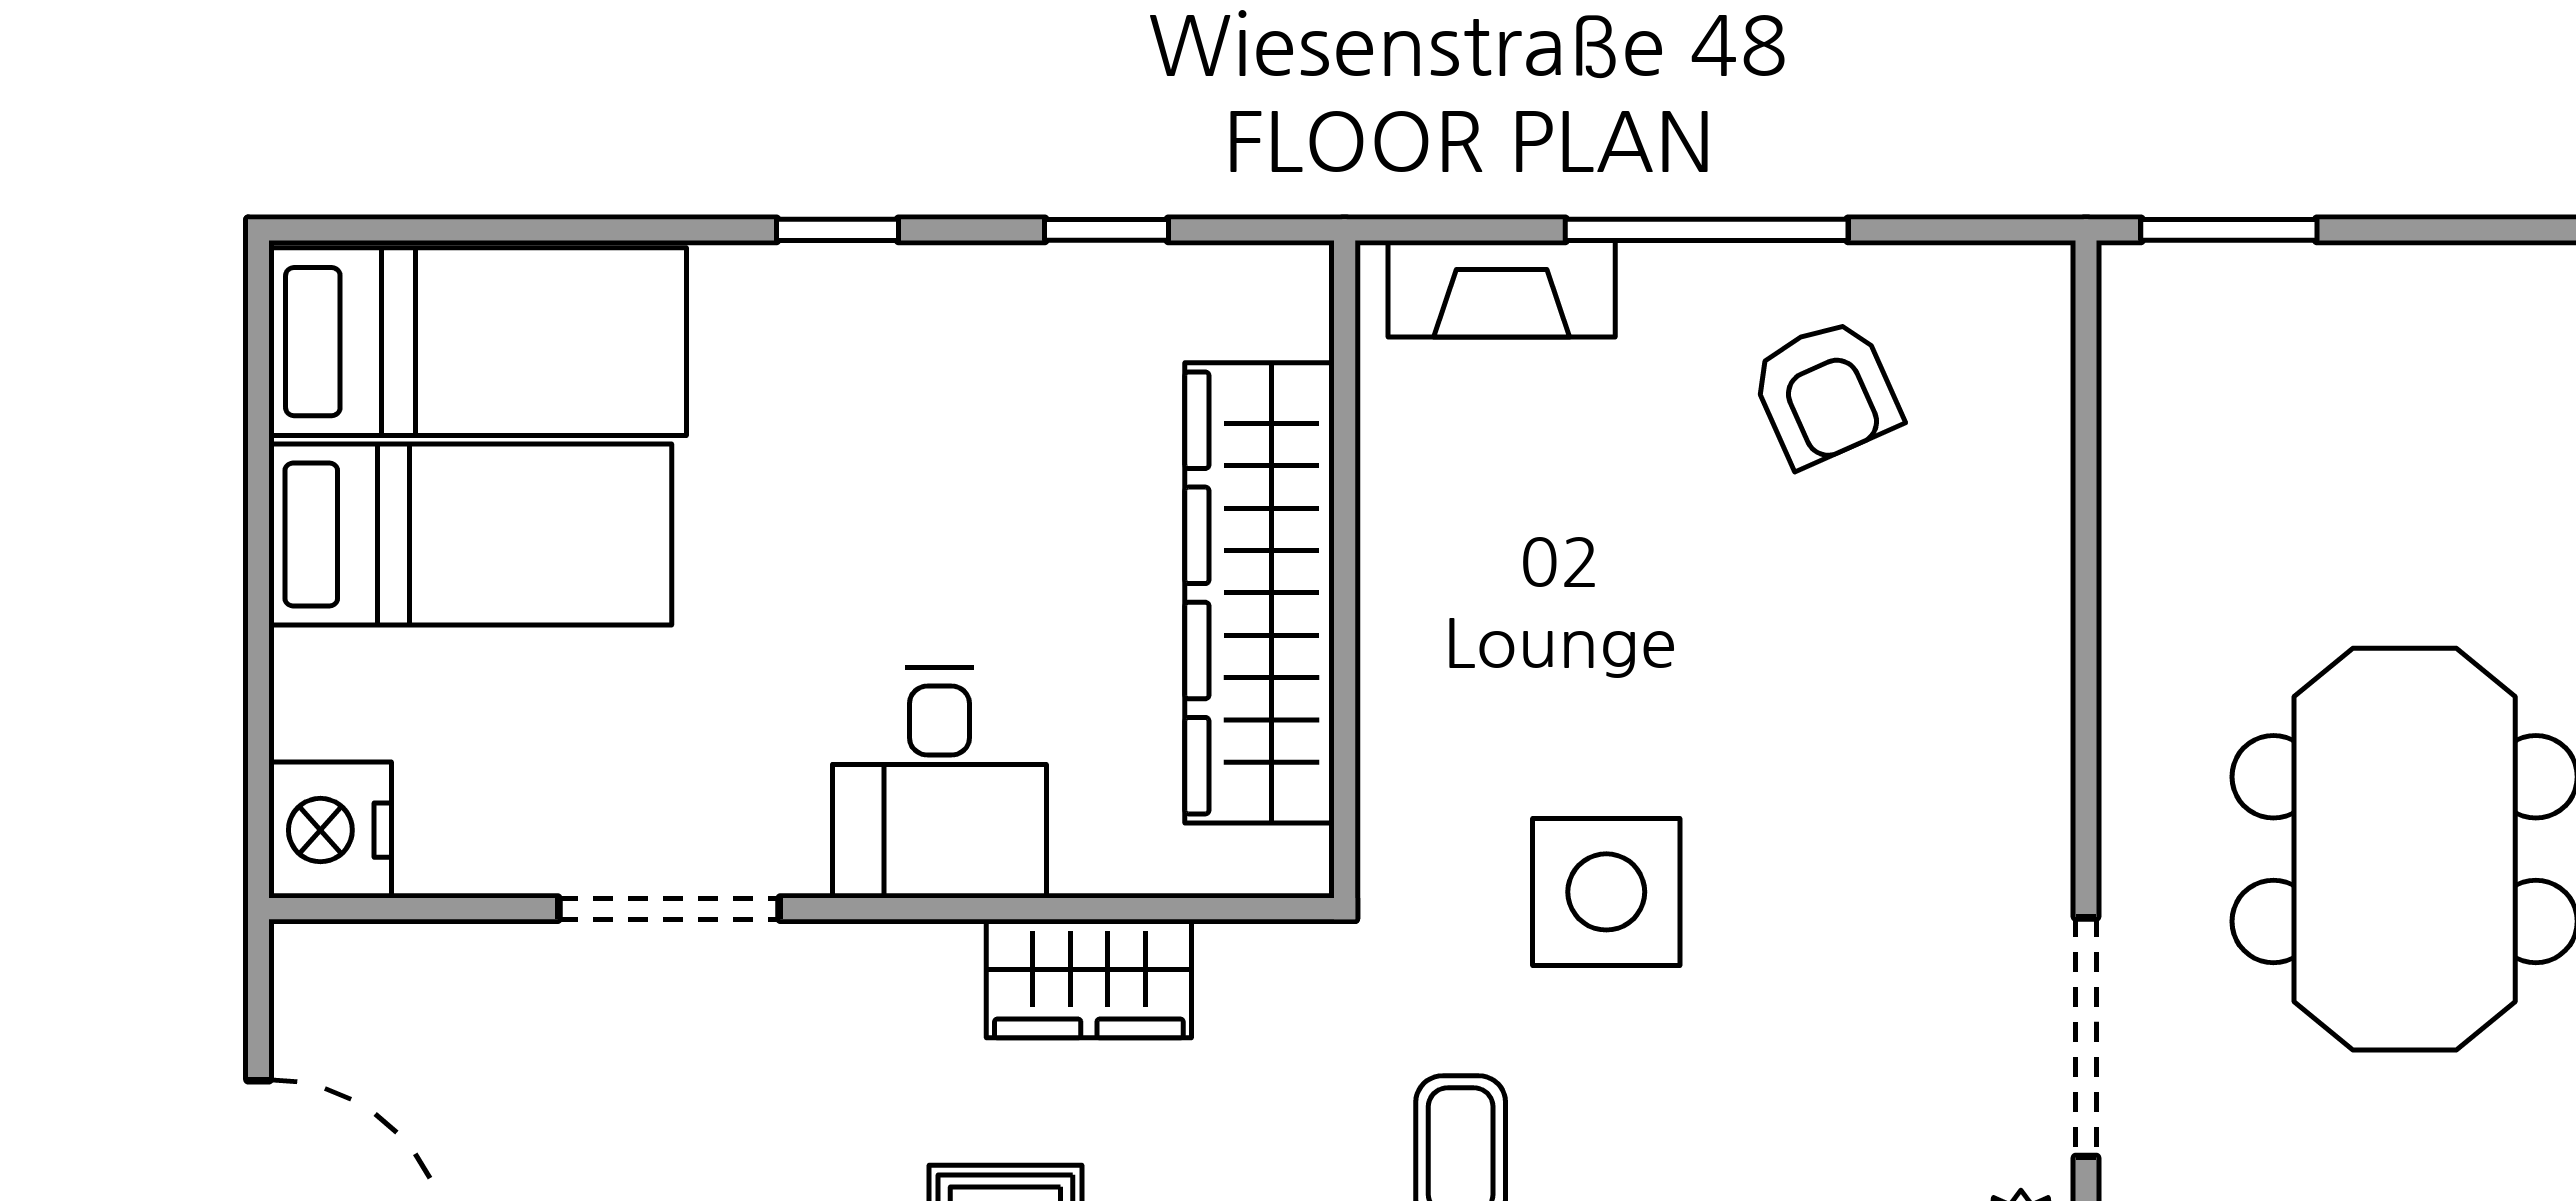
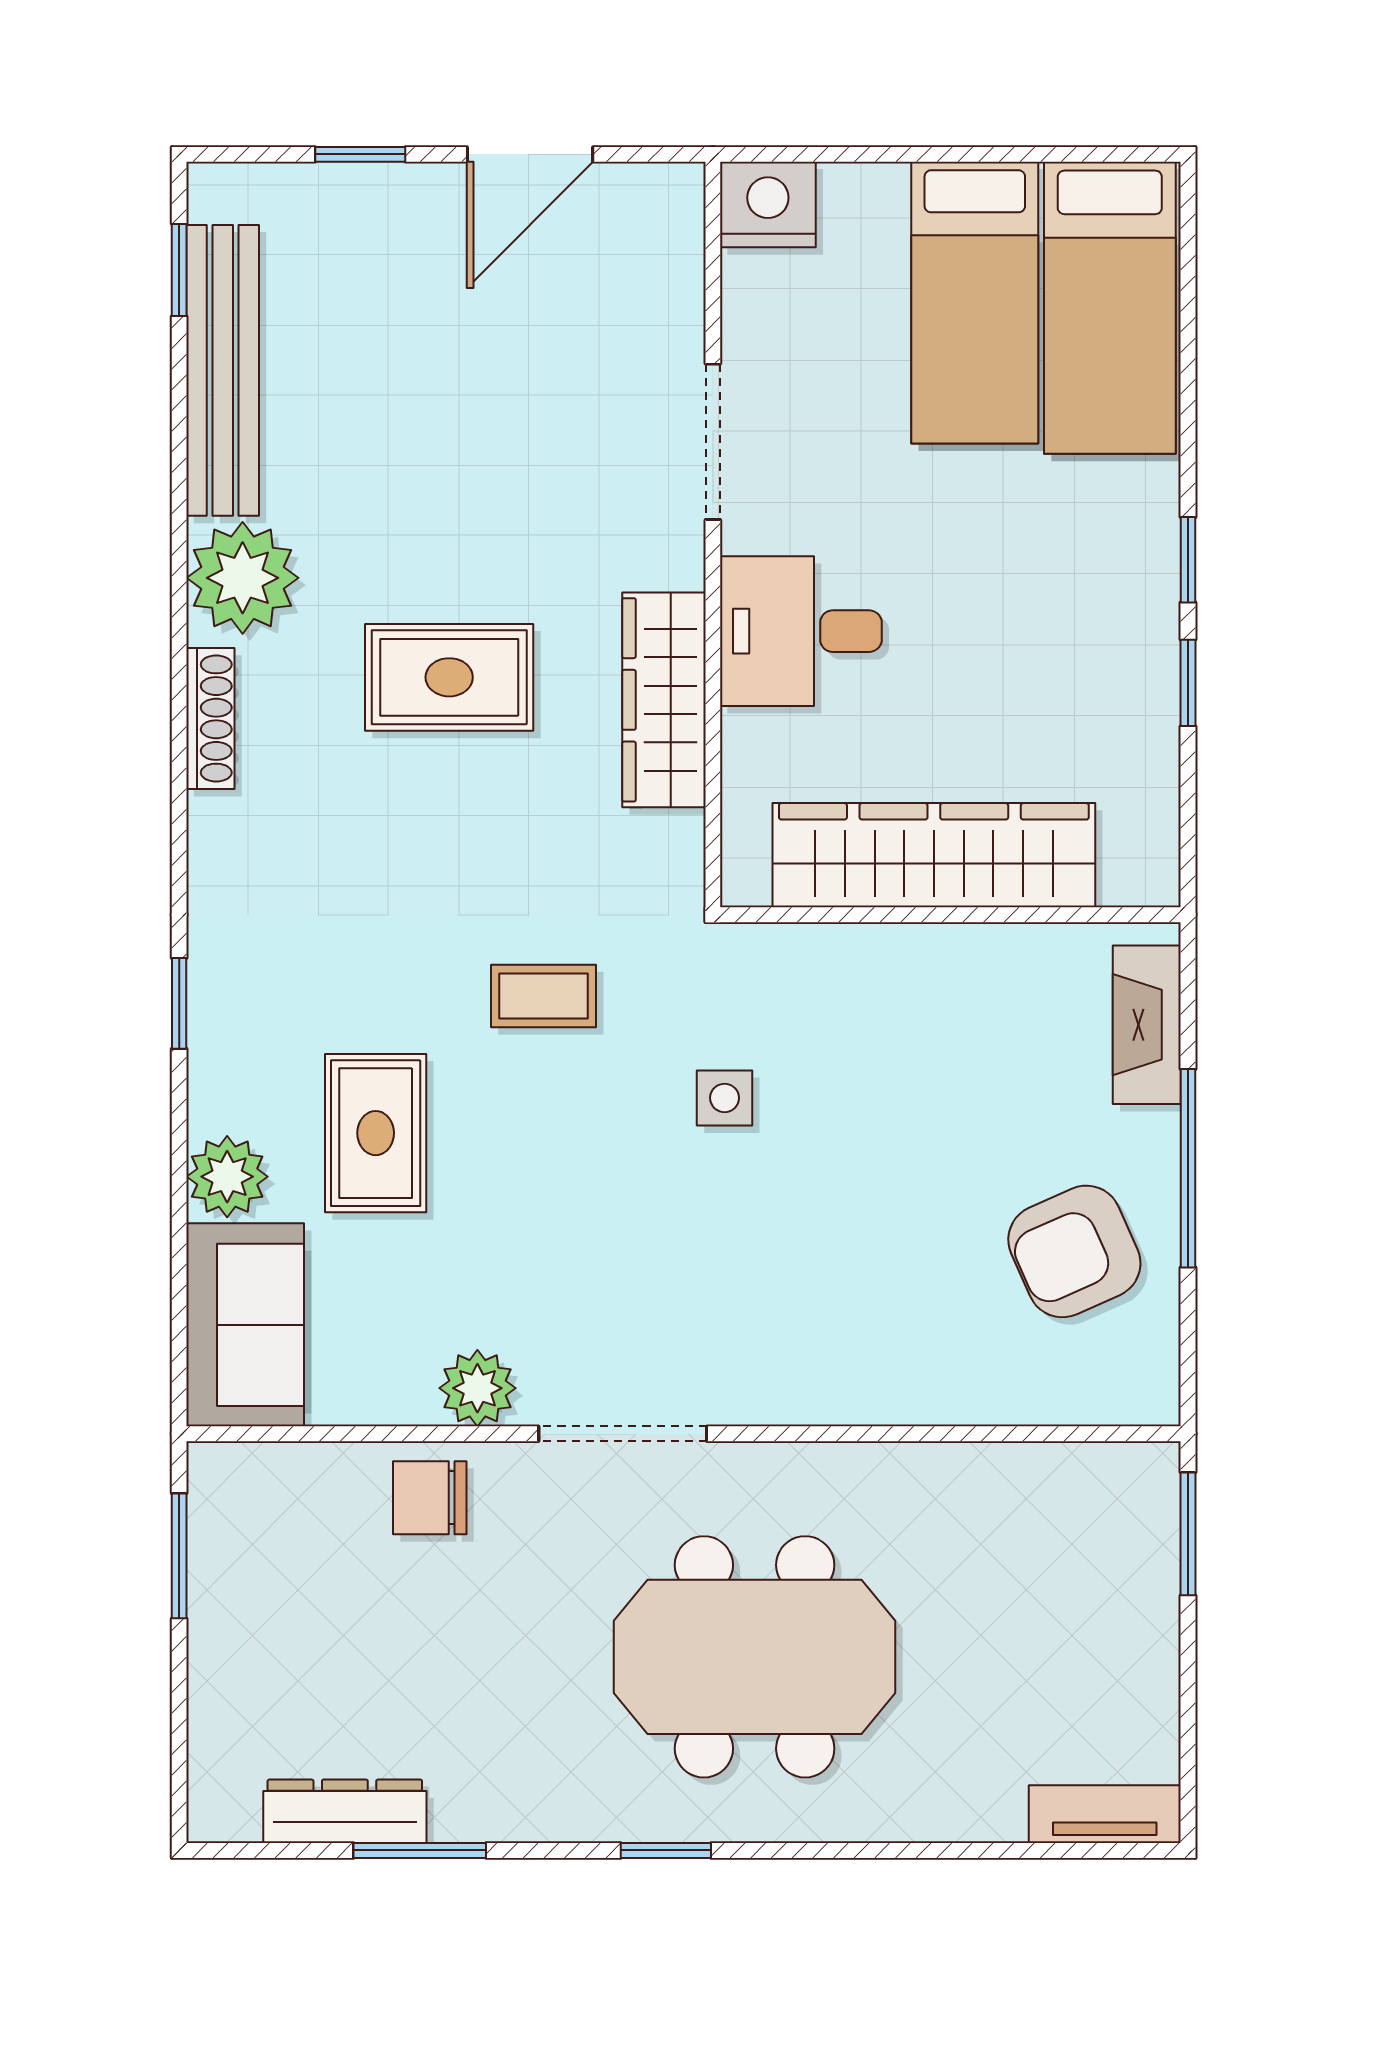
window: (1107, 230) -> (1188, 683), moved
armchair: (1826, 392) -> (1074, 1251), width x1.38, depth x1.38
side table: (1606, 892) -> (725, 1098), width x0.54, depth x0.54
wardrobe: (1089, 979) -> (664, 700), width x1.50

